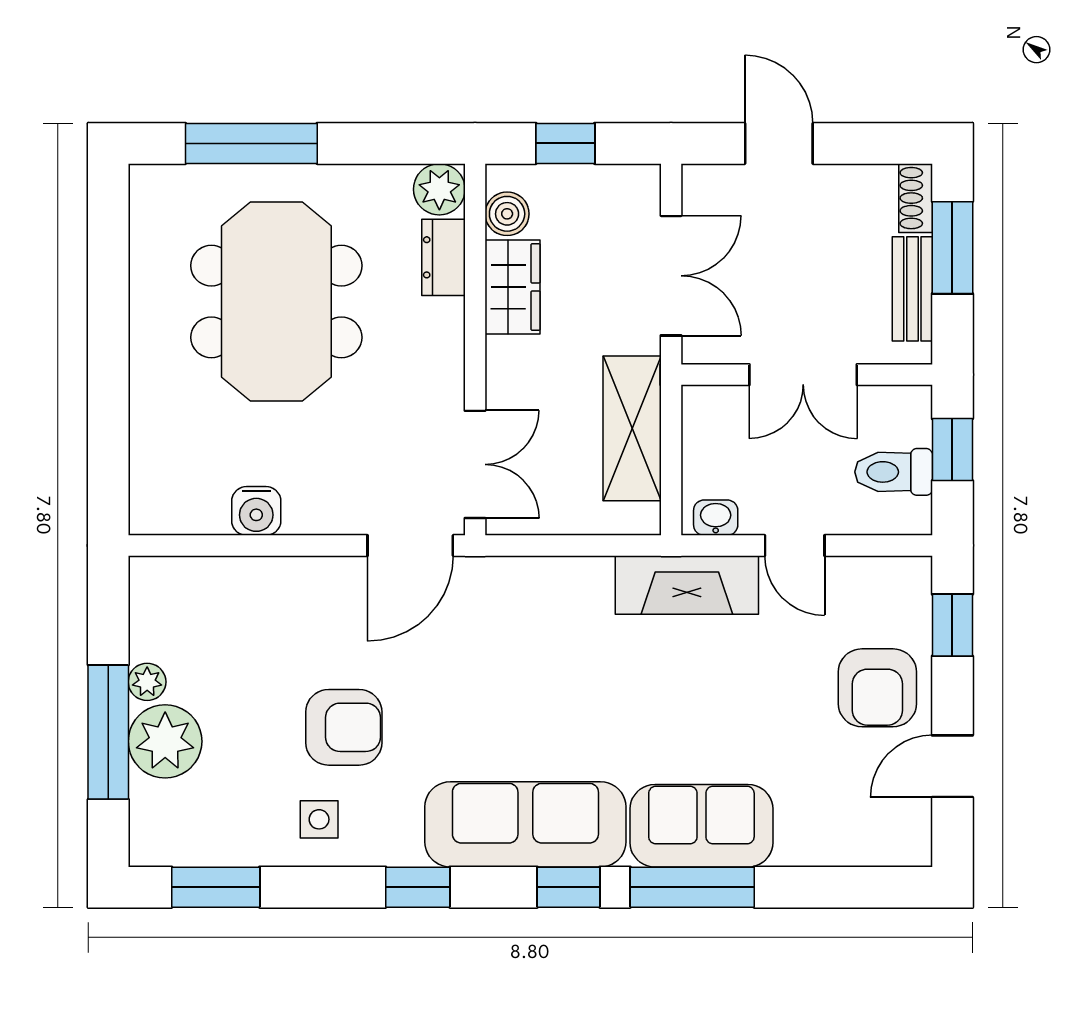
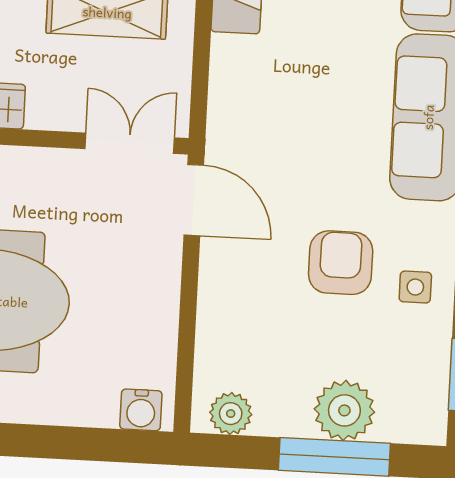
water cooler: (256, 511) -> (141, 410), moved, turned 90
plant: (147, 682) -> (231, 414), moved, width x1.38, depth x1.38

